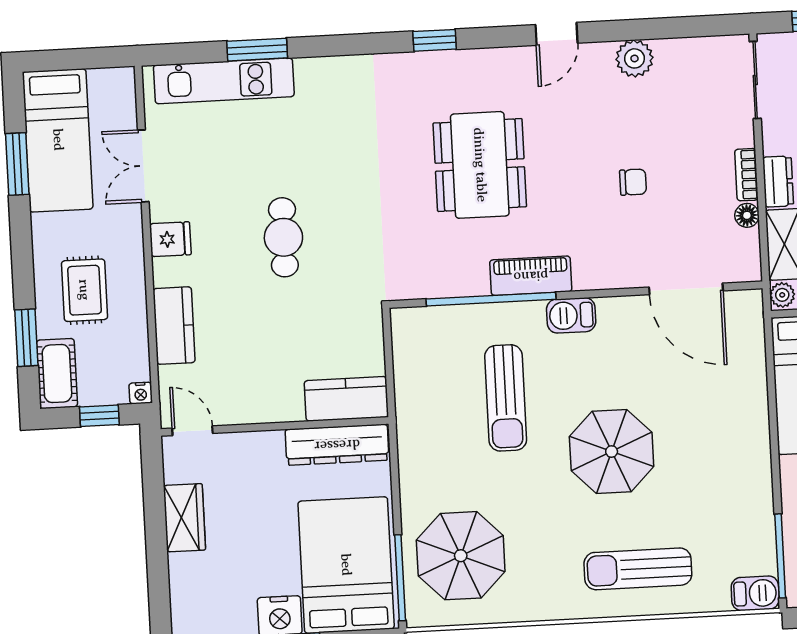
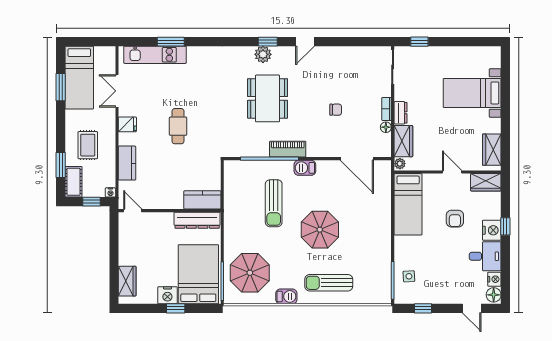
window: (435, 40) -> (268, 42), moved
plant: (635, 58) -> (263, 54), moved
wardrobe: (184, 518) -> (127, 281), moved
barbecue: (755, 593) -> (286, 296), moved

